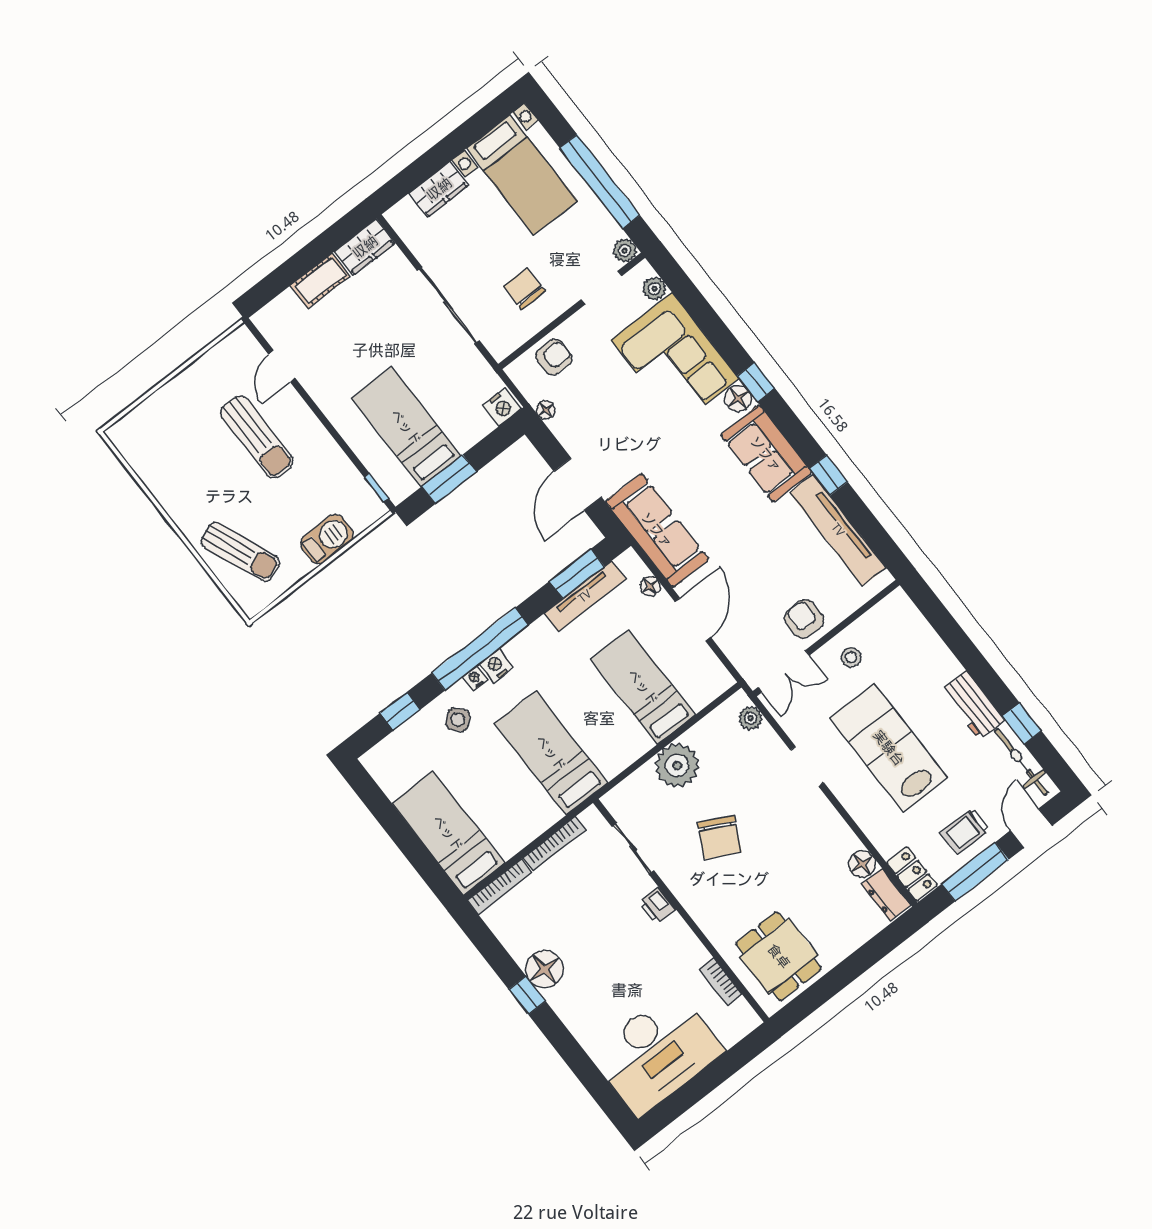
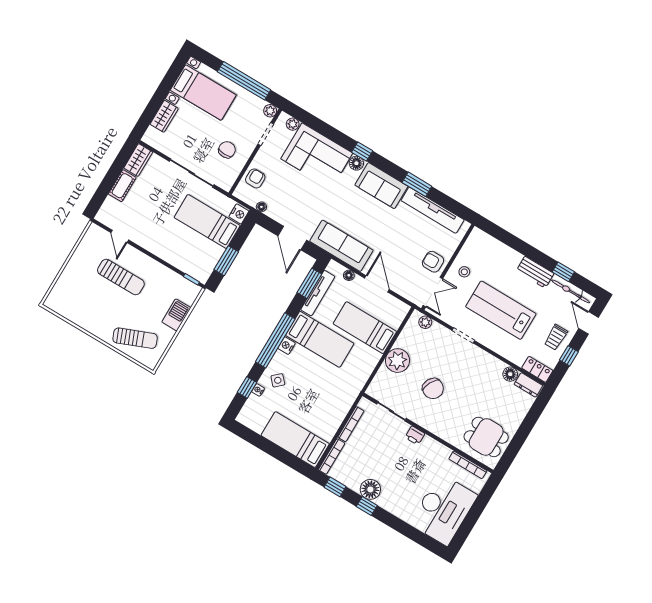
chair: (524, 289) -> (227, 150), turned 90
bed: (406, 427) -> (207, 221), moved
window: (828, 475) -> (417, 184), width x1.50
nightstand: (475, 678) -> (258, 390), moved
bed: (551, 753) -> (320, 339), moved, turned 180
window: (975, 872) -> (569, 356), width x0.46
window: (485, 941) -> (335, 487), added
bookcase: (721, 982) -> (468, 465), width x1.56

